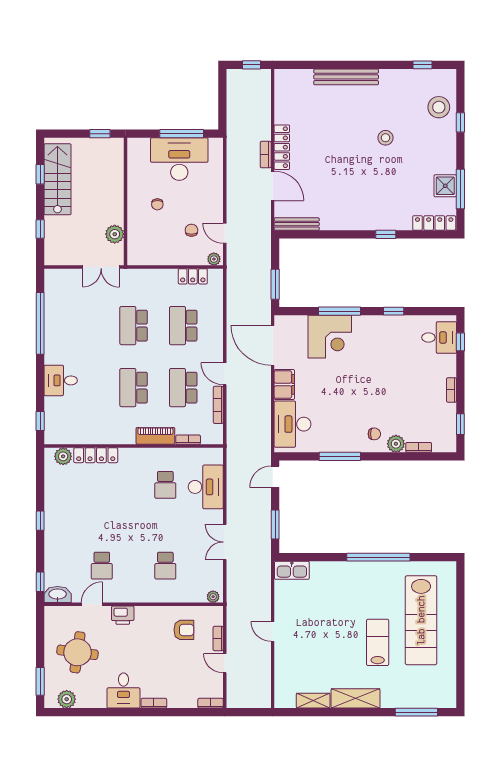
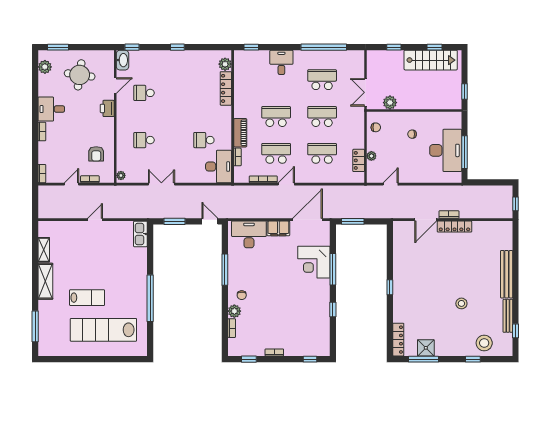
bench: (297, 224) -> (508, 316), moved
chair: (191, 230) -> (376, 127), moved
window: (386, 234) -> (390, 287), moved
plant: (214, 259) -> (371, 156), moved
school desk: (84, 326) -> (322, 80), added
desk: (439, 338) -> (313, 343), removed
desk: (206, 487) -> (219, 167), moved, turned -90
door: (92, 604) -> (115, 86), hinge flipped

